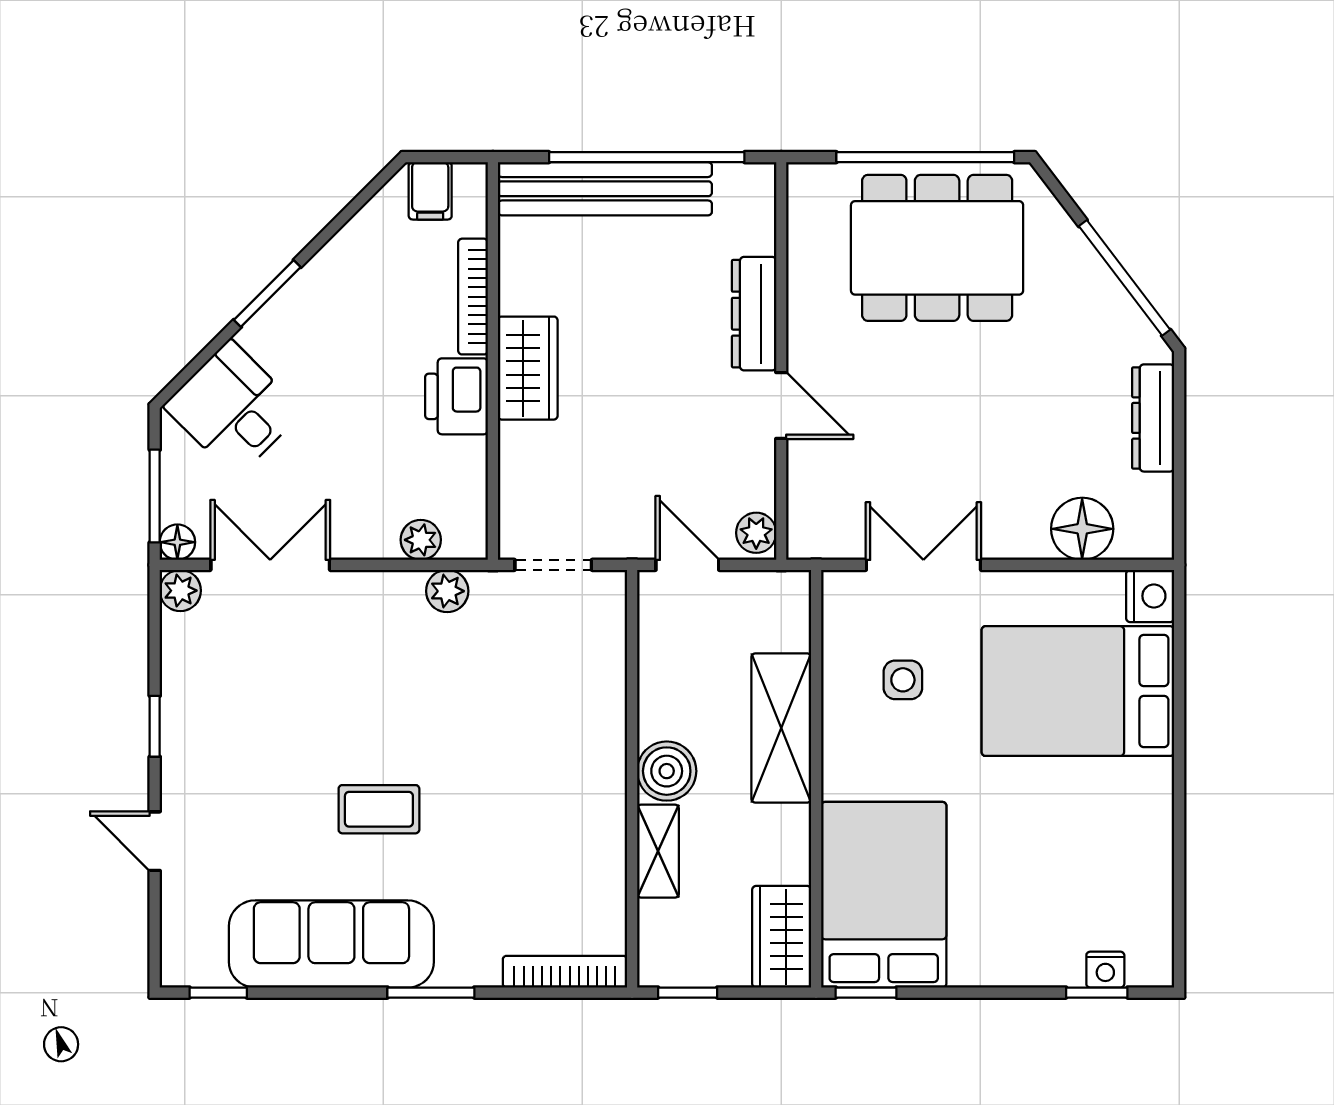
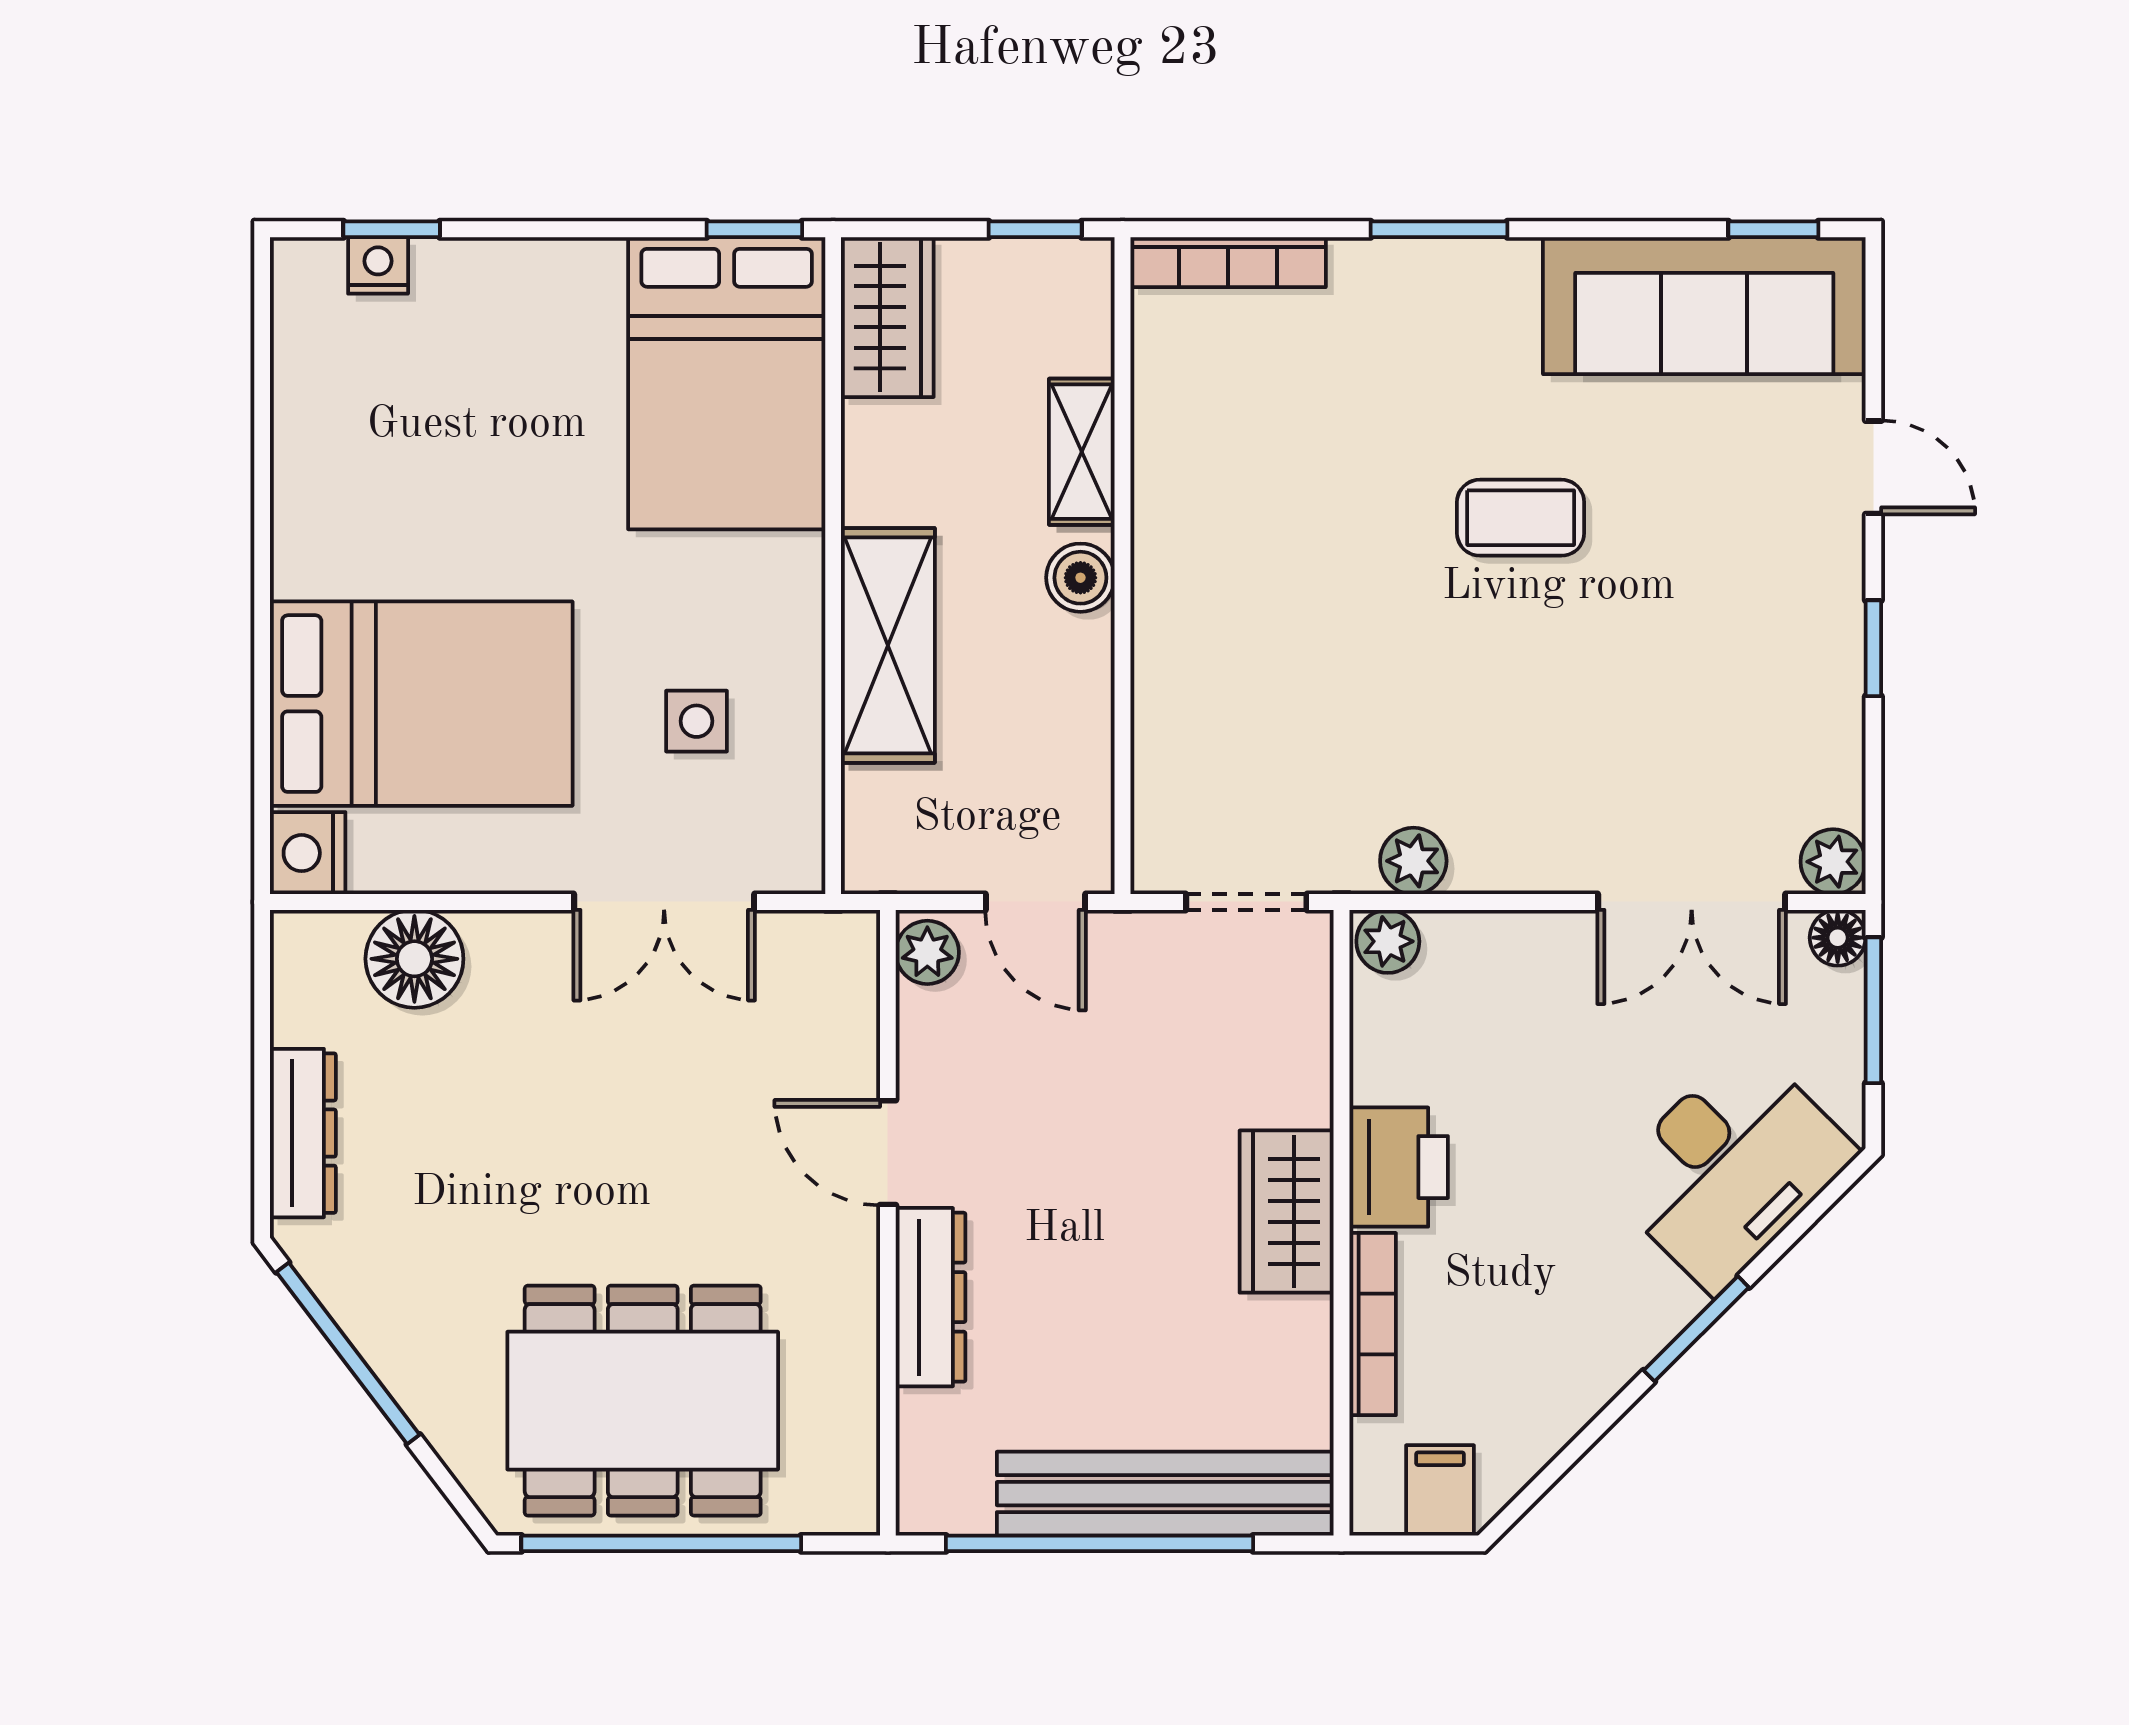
desk: (233, 409) -> (1730, 1168), width x1.37
plant: (421, 540) -> (1388, 941), moved
boiler: (667, 771) -> (1080, 578), width x0.73, depth x0.73
sofa: (331, 944) -> (1704, 306), moved

